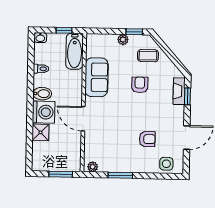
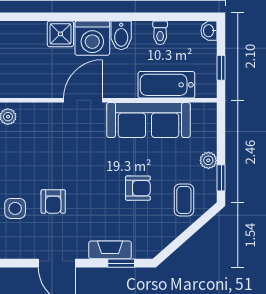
bathtub: (75, 51) -> (166, 85), moved
sofa: (97, 77) -> (149, 120), width x1.36
fireplace: (179, 91) -> (110, 250), moved
side table: (166, 164) -> (15, 208), moved

